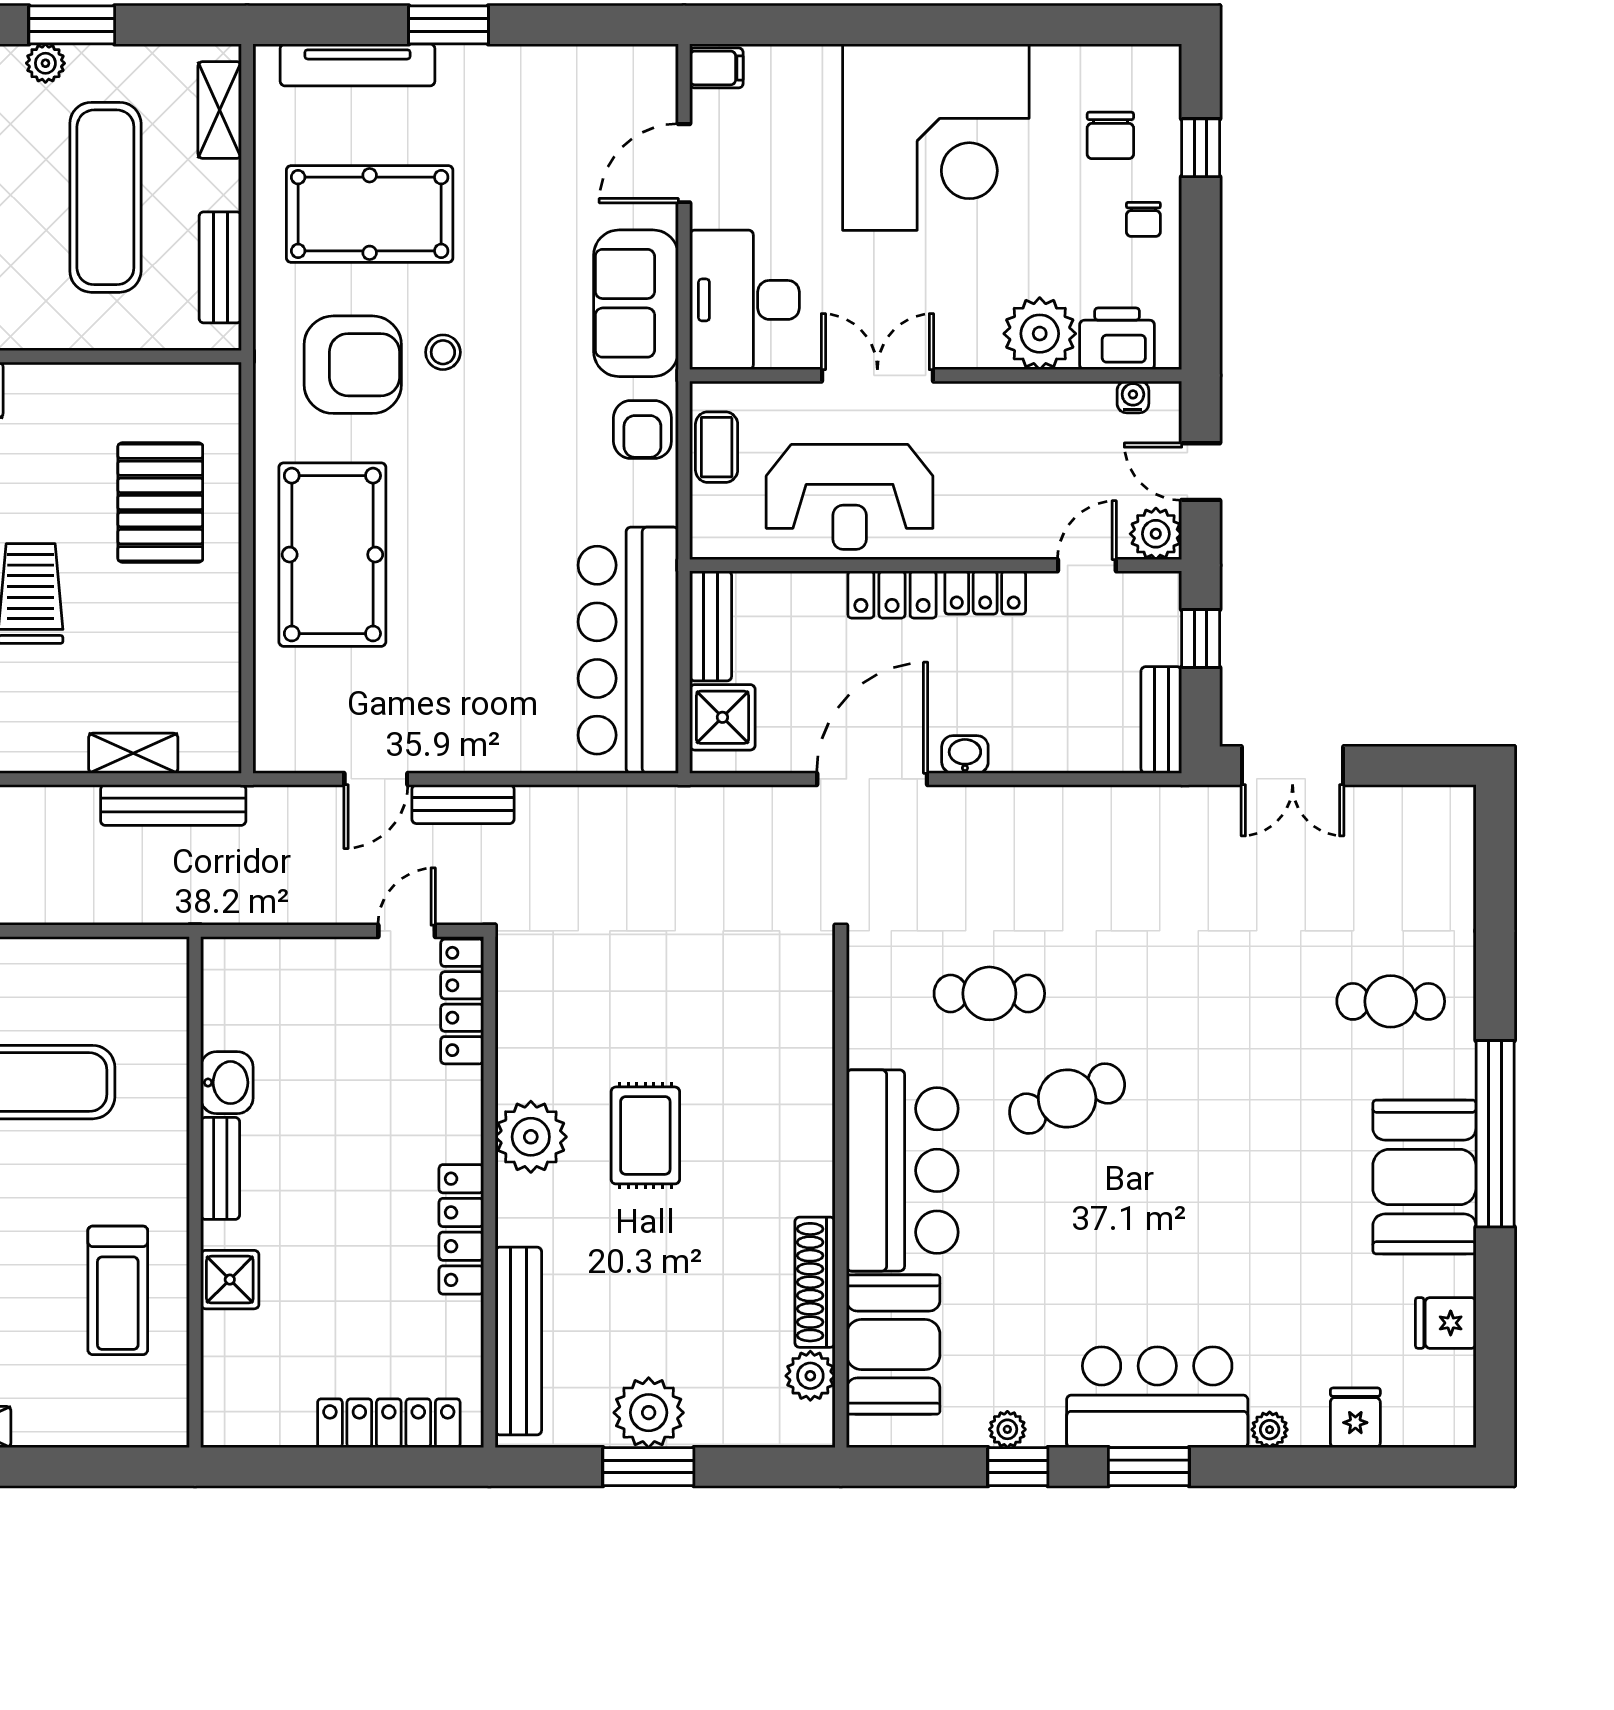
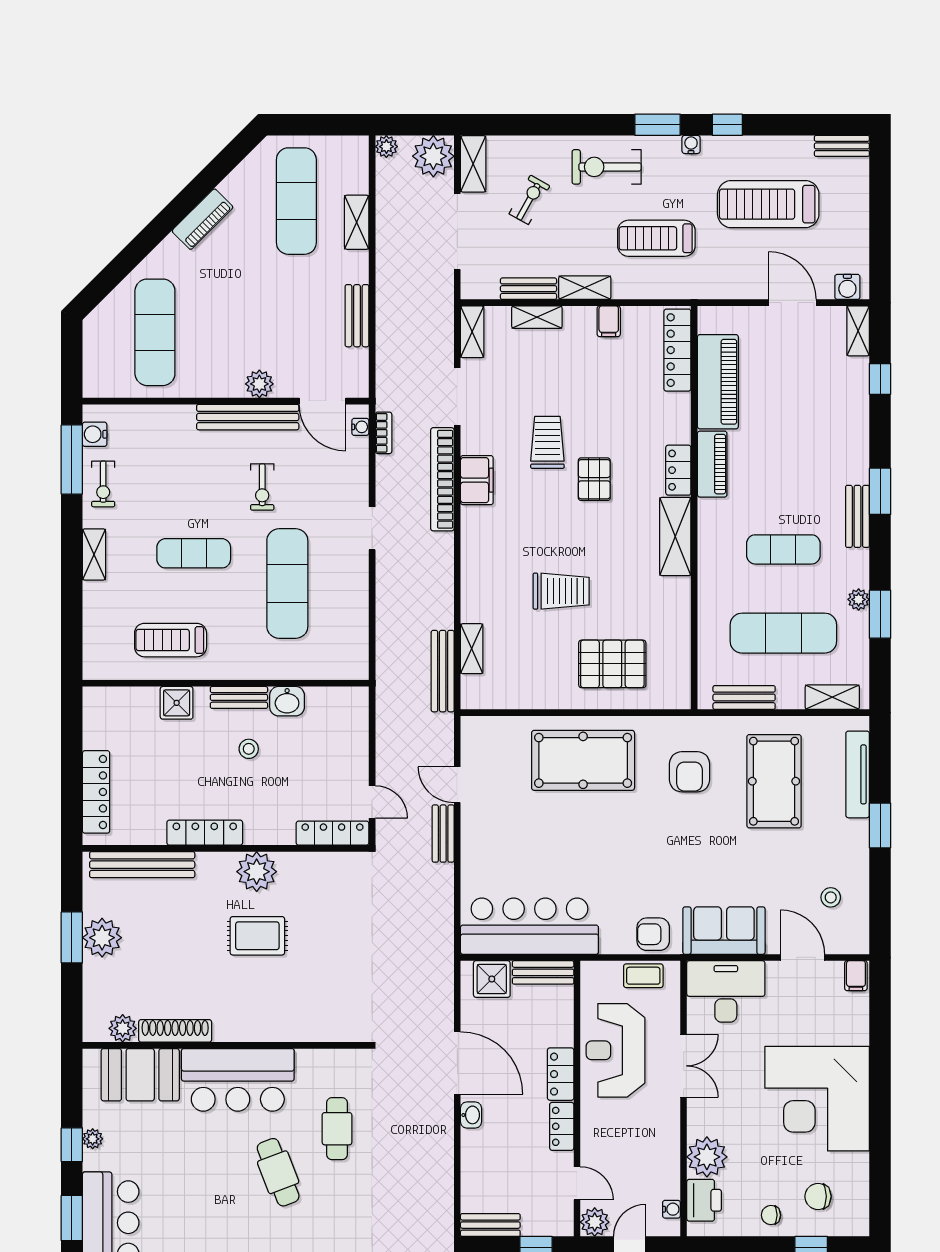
stool: (443, 352) -> (831, 897), moved
armchair: (353, 365) -> (690, 772), width x0.73, depth x0.73
stool: (312, 1151) -> (249, 749), added

